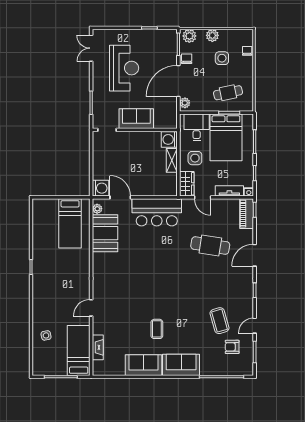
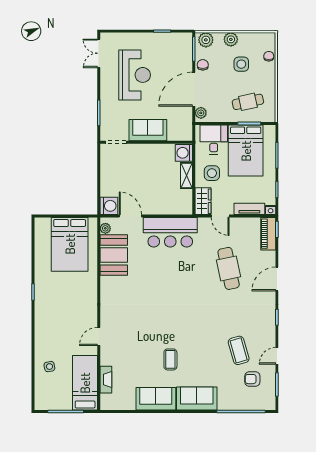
bed: (70, 223) -> (70, 244), width x1.50
cafe table: (210, 245) -> (229, 268), turned 69

